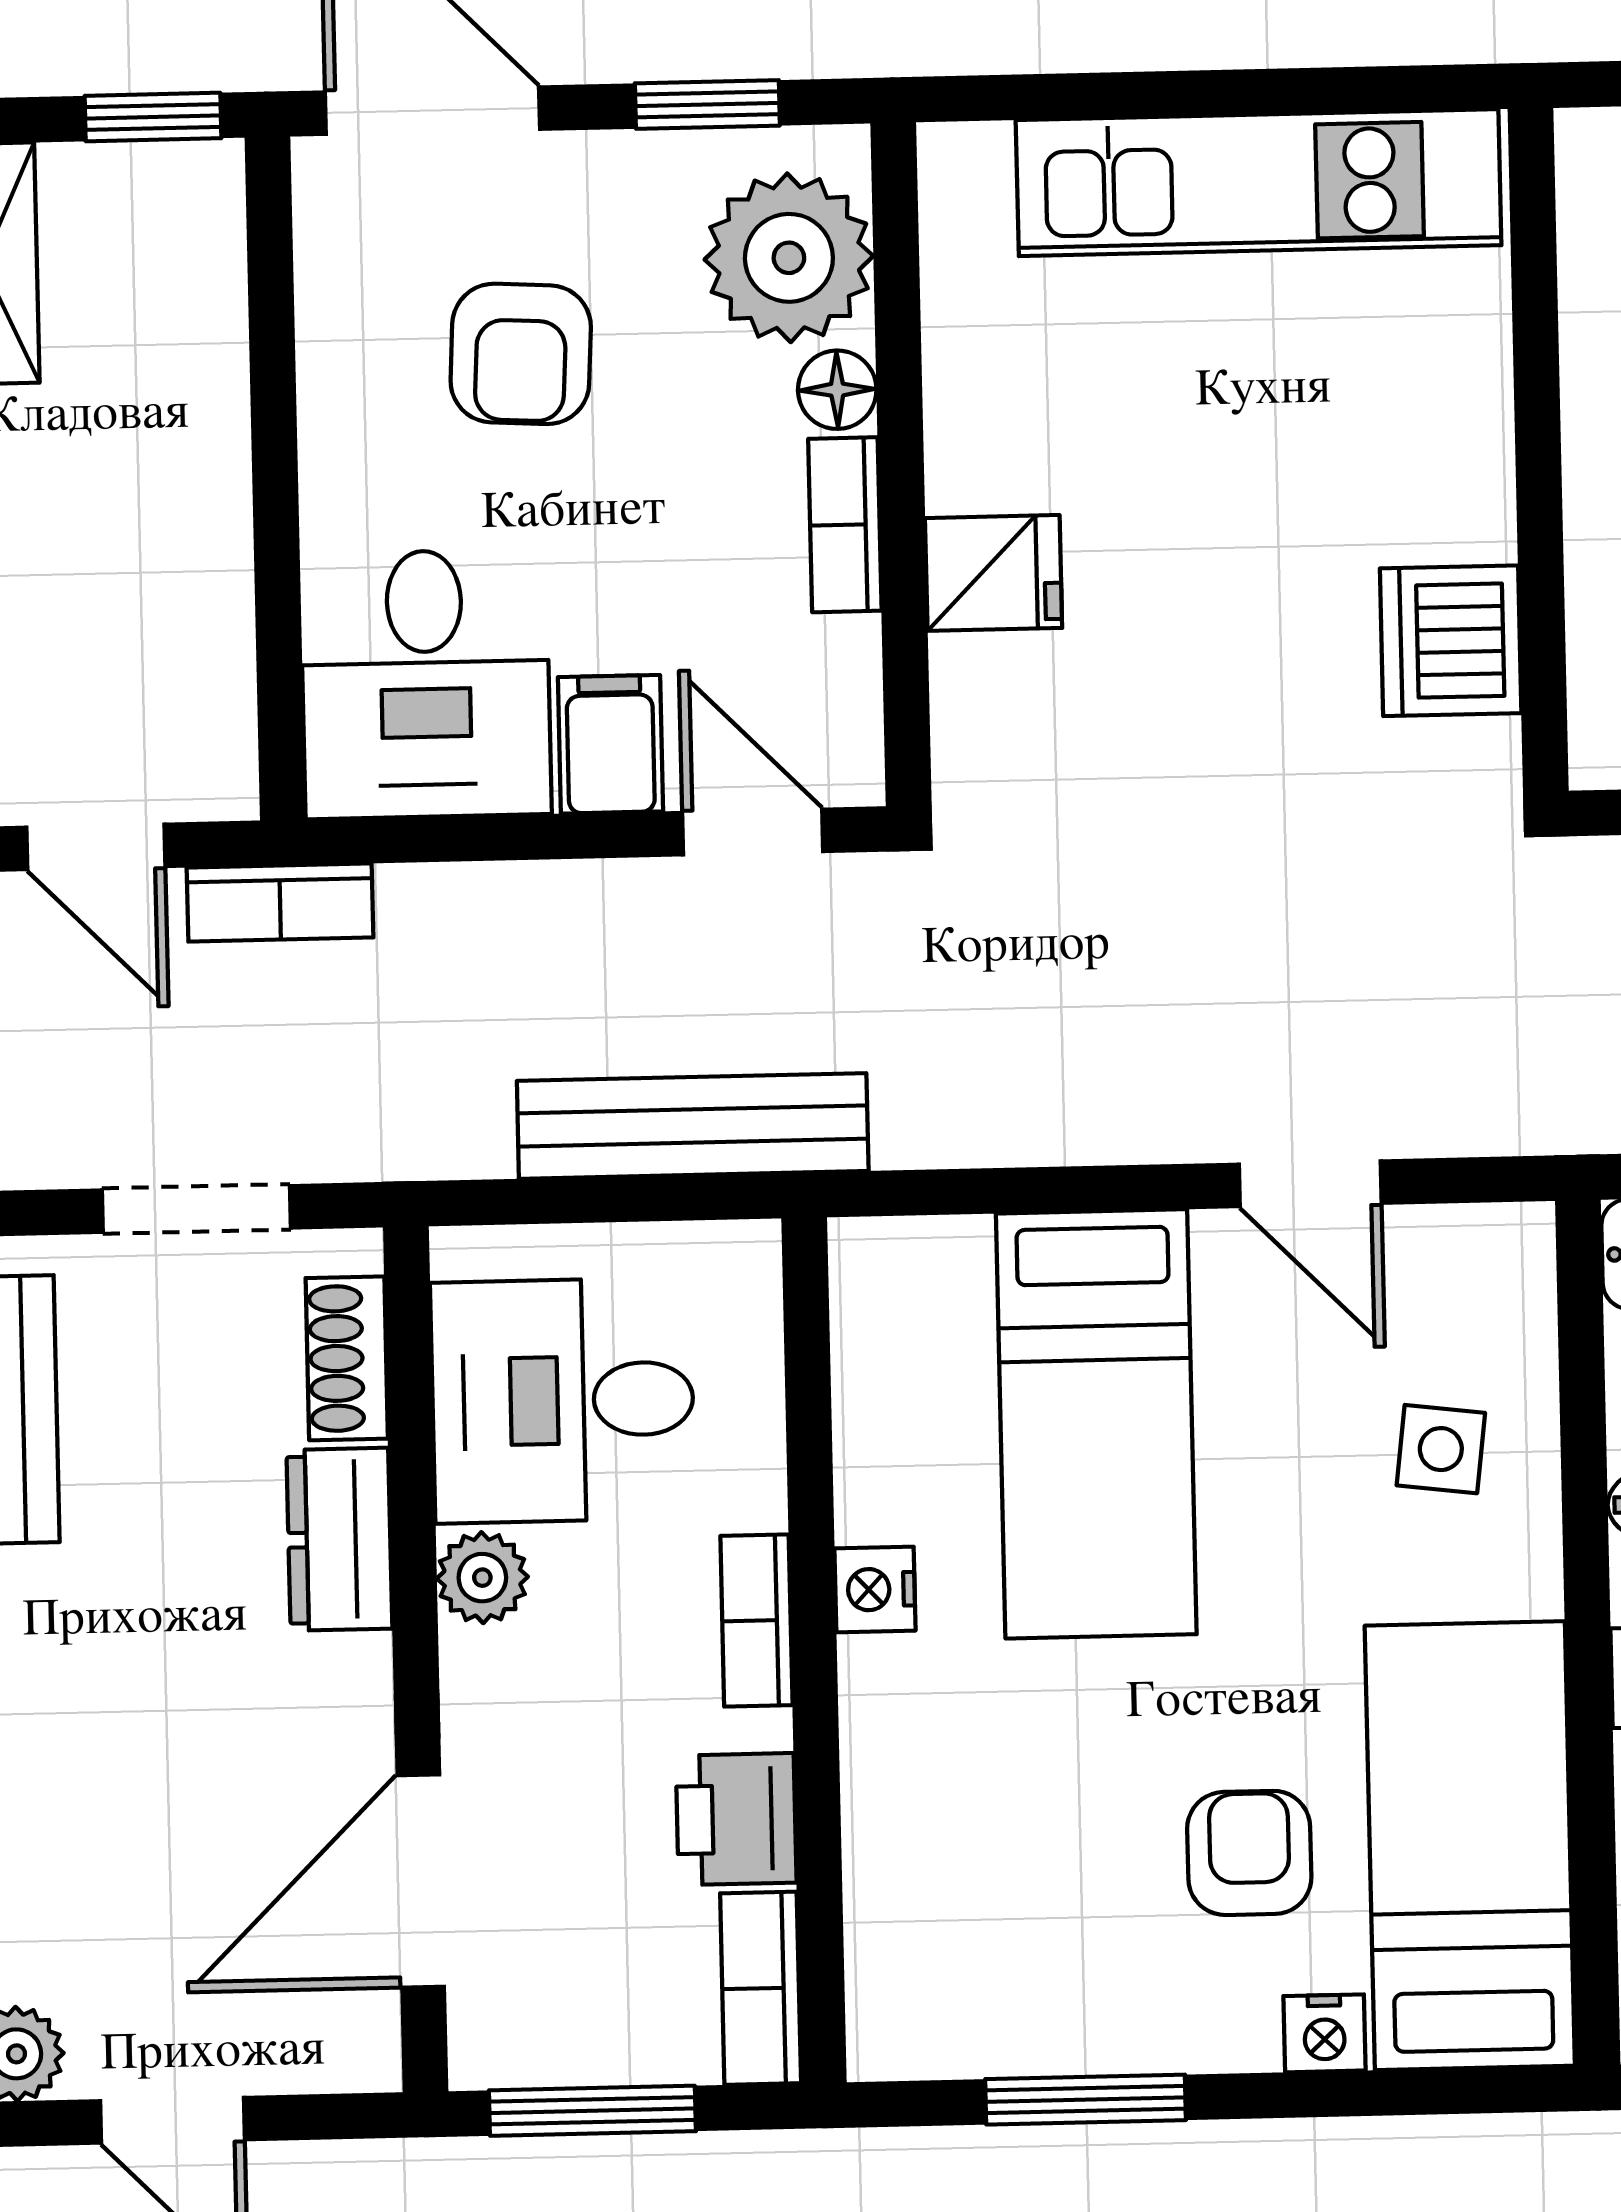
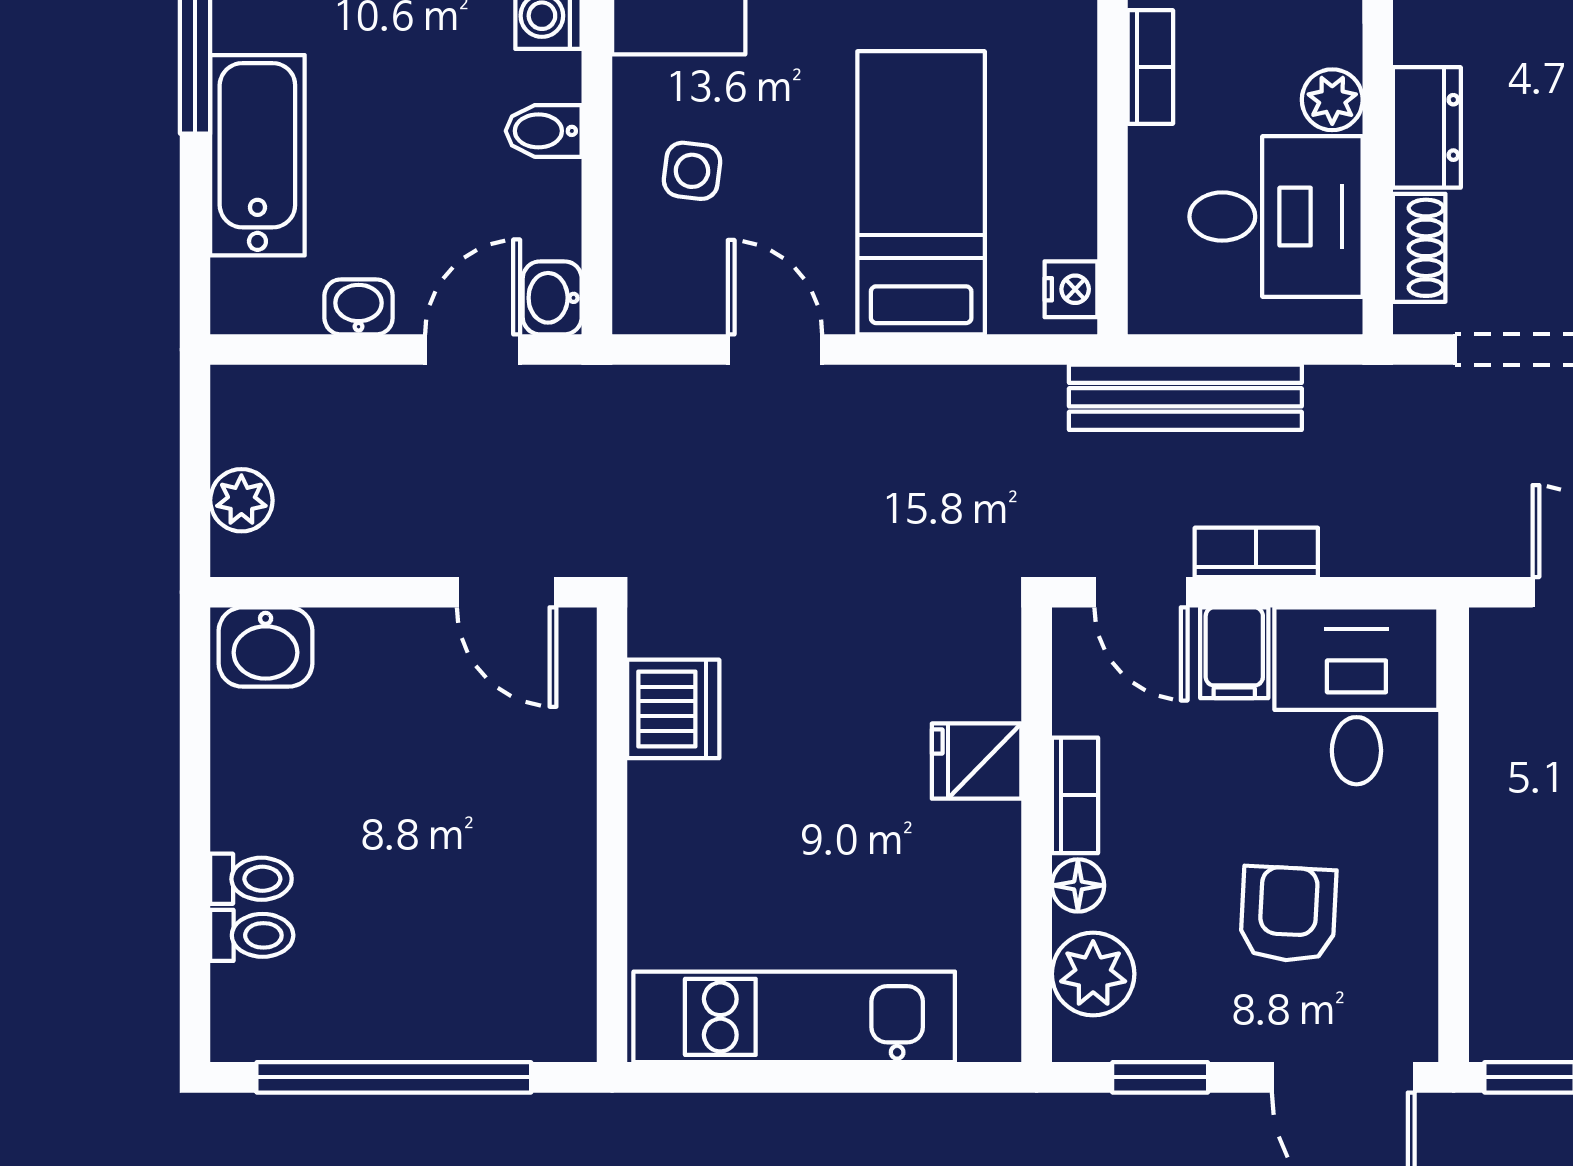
plant: (789, 258) -> (1093, 974), width x0.73, depth x0.73
bookcase: (280, 903) -> (1256, 552), moved
nightstand: (875, 1589) -> (1071, 289), moved

